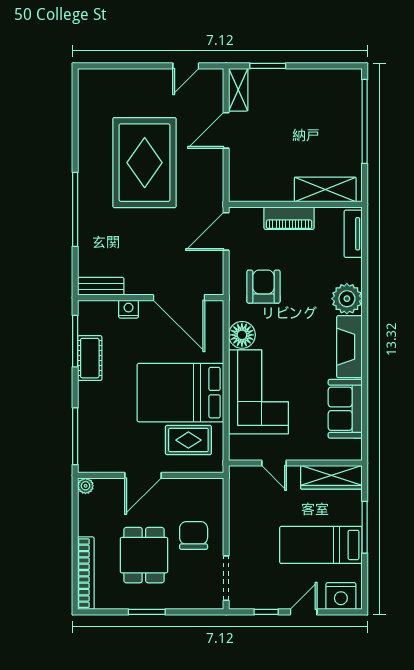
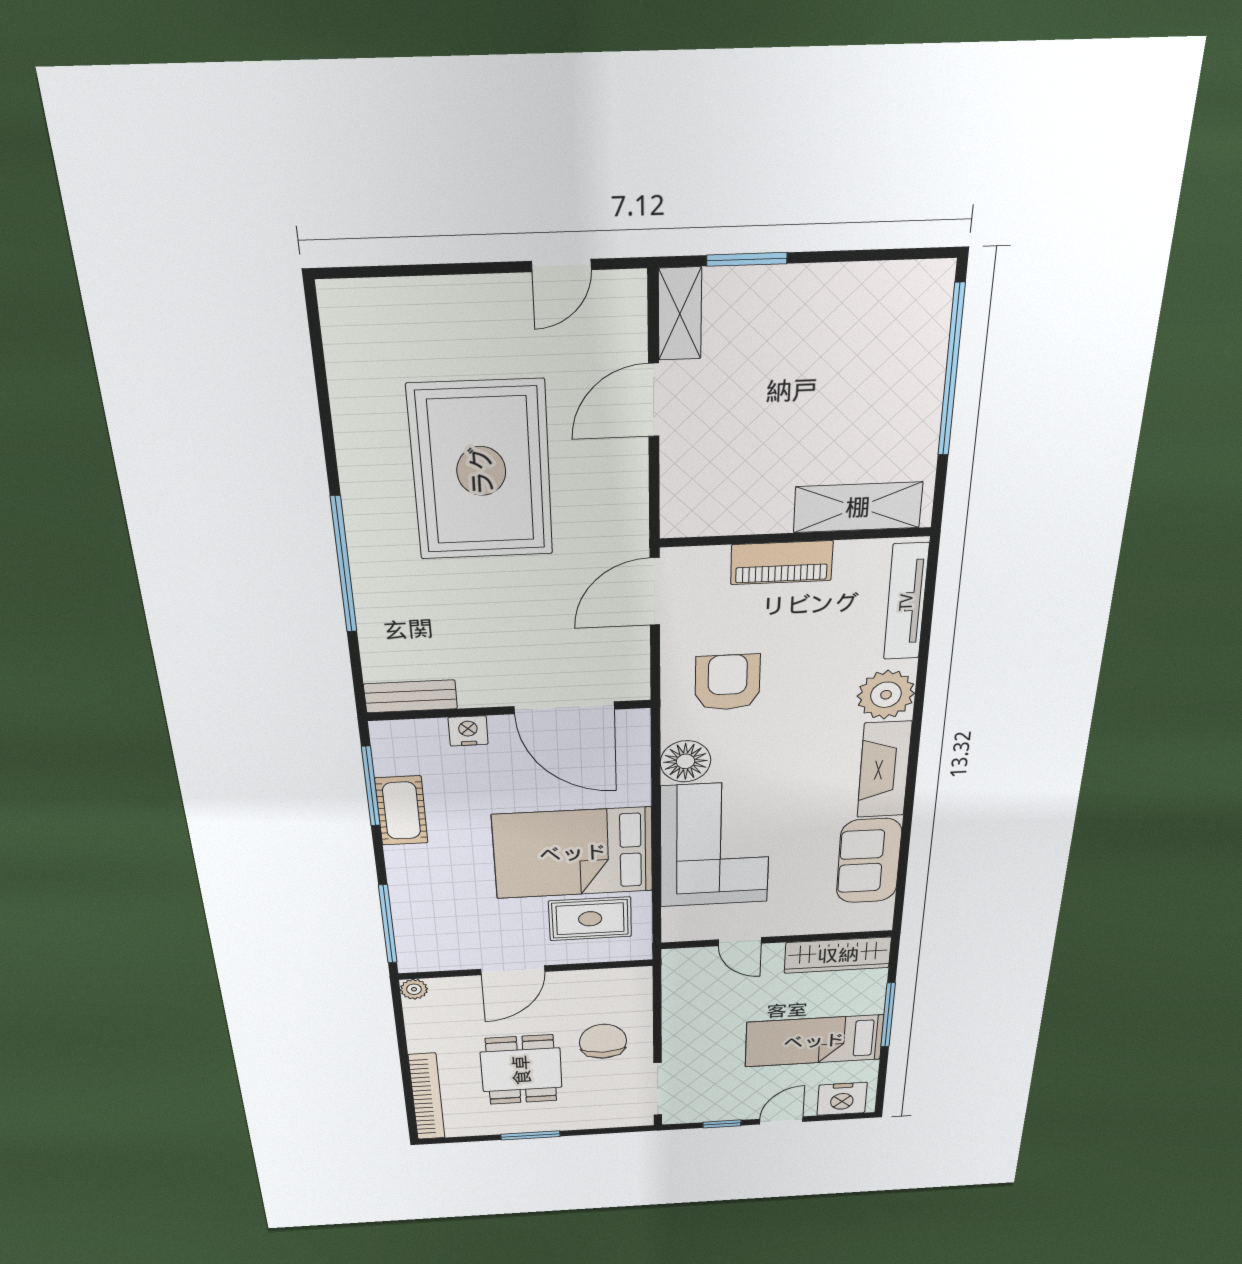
tv unit: (353, 234) -> (906, 602), width x1.41

